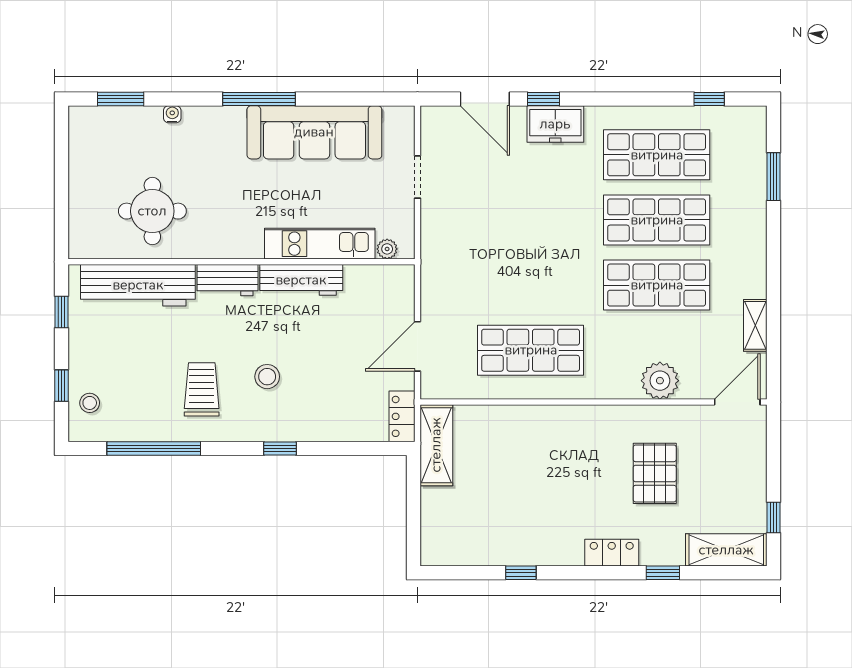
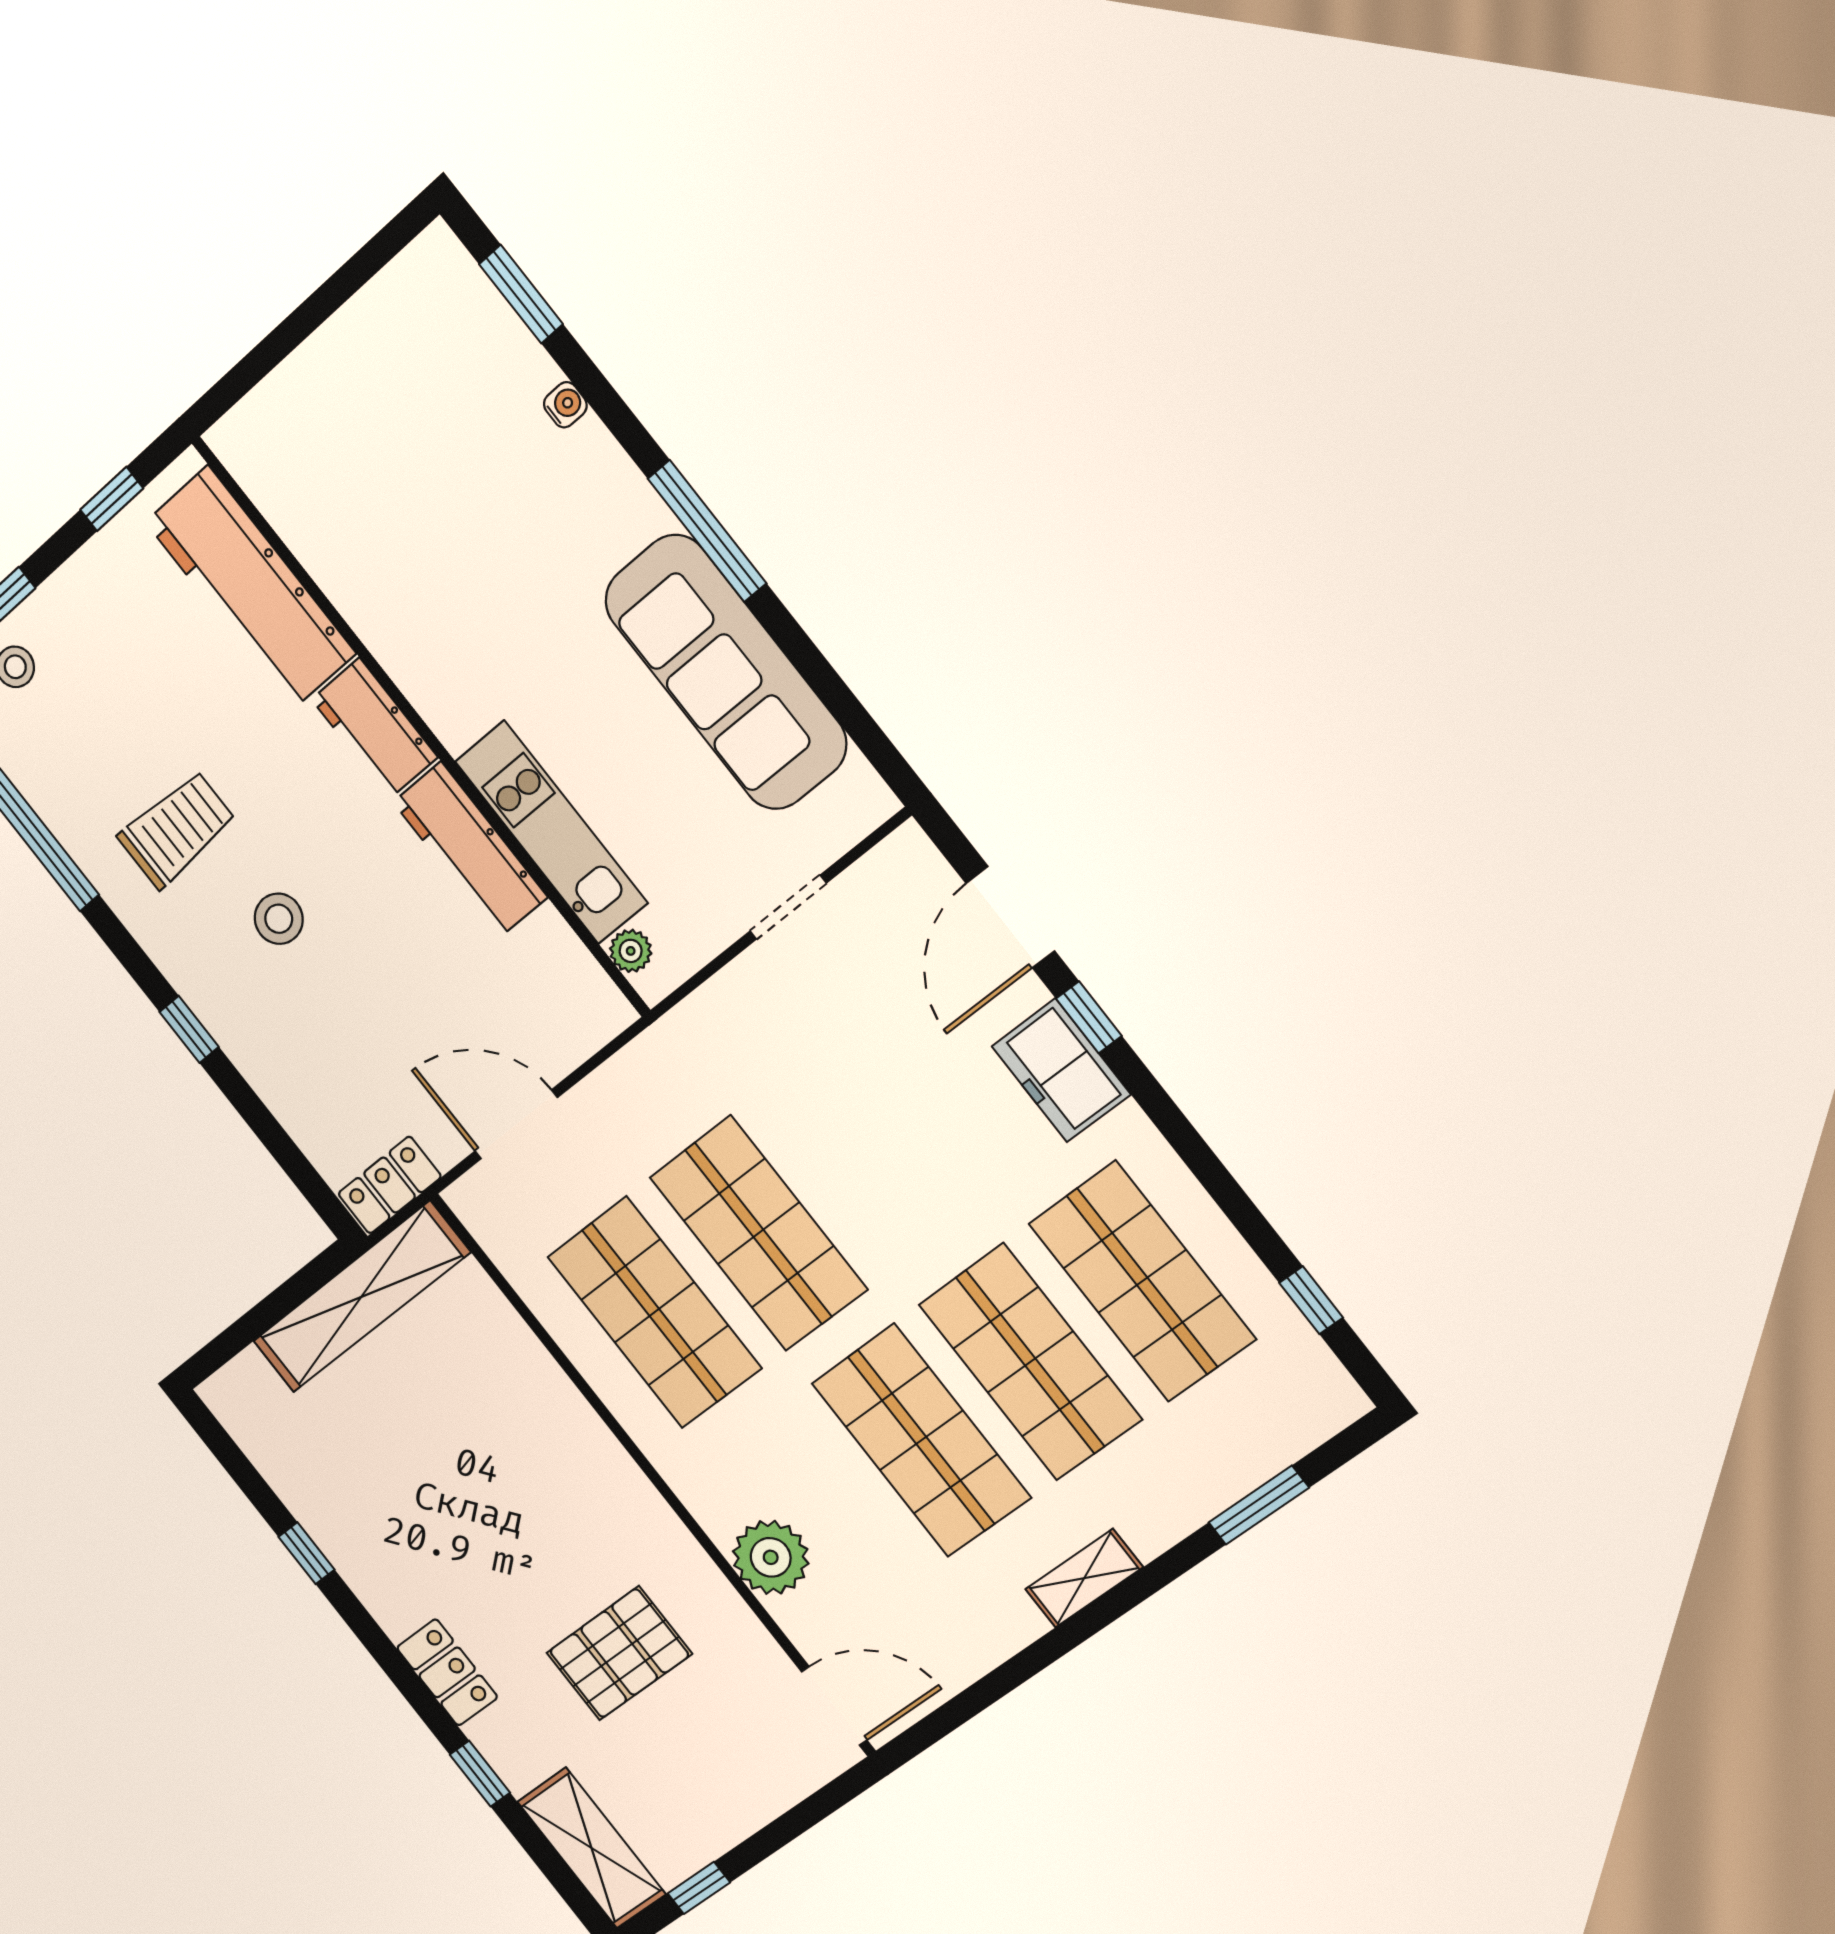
round table: (152, 211) -> (384, 509), removed
shop shelf: (531, 285) -> (758, 1233), added
shelving: (755, 325) -> (1084, 1578), moved
shelving: (436, 445) -> (361, 1297), width x1.47

